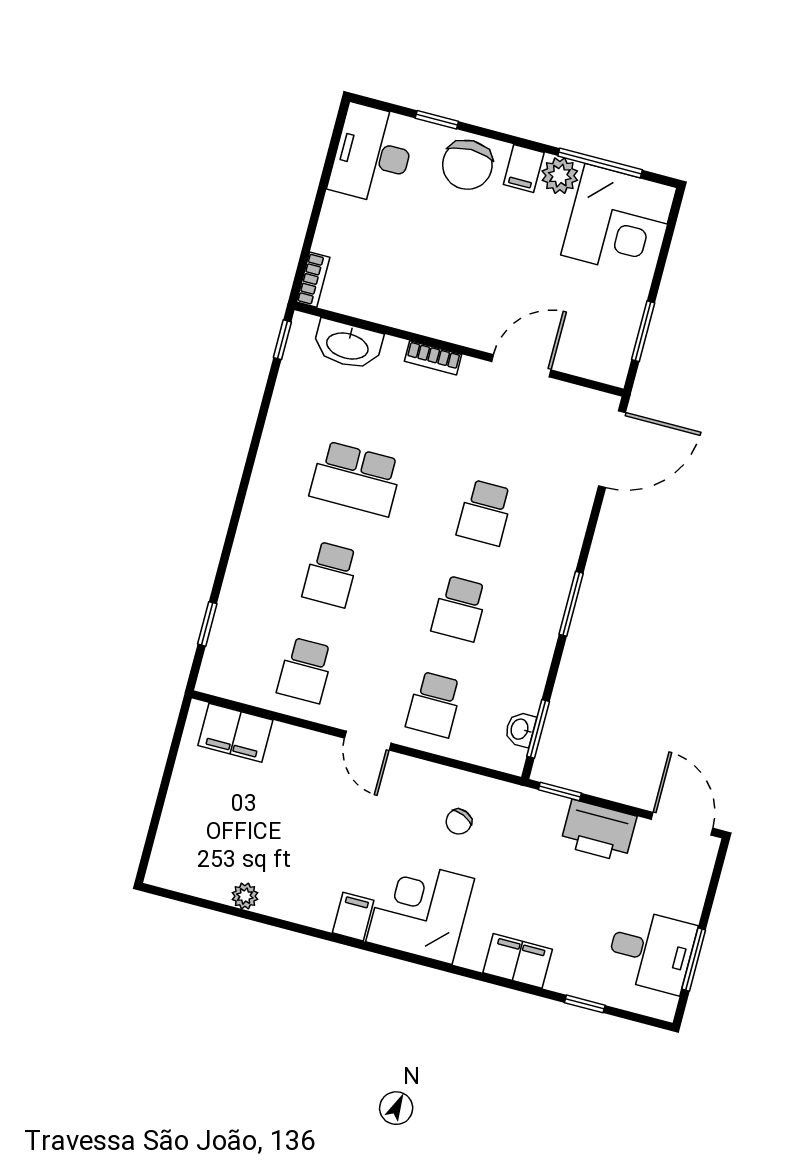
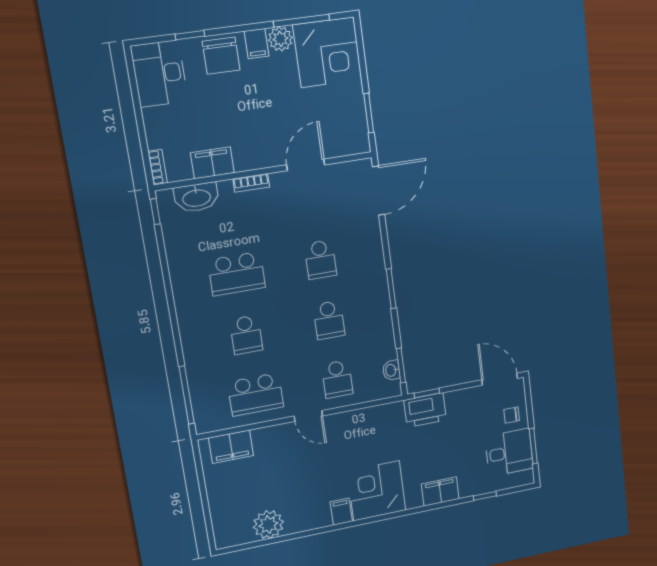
filing cabinet: (391, 306) -> (212, 163), added
window: (207, 624) -> (187, 395), width x2.17
school desk: (305, 670) -> (256, 394), width x1.85
chair: (459, 822) -> (512, 415), moved, turned 67
printer: (598, 831) -> (425, 410), moved
plant: (245, 896) -> (268, 525), width x1.88, depth x1.88

